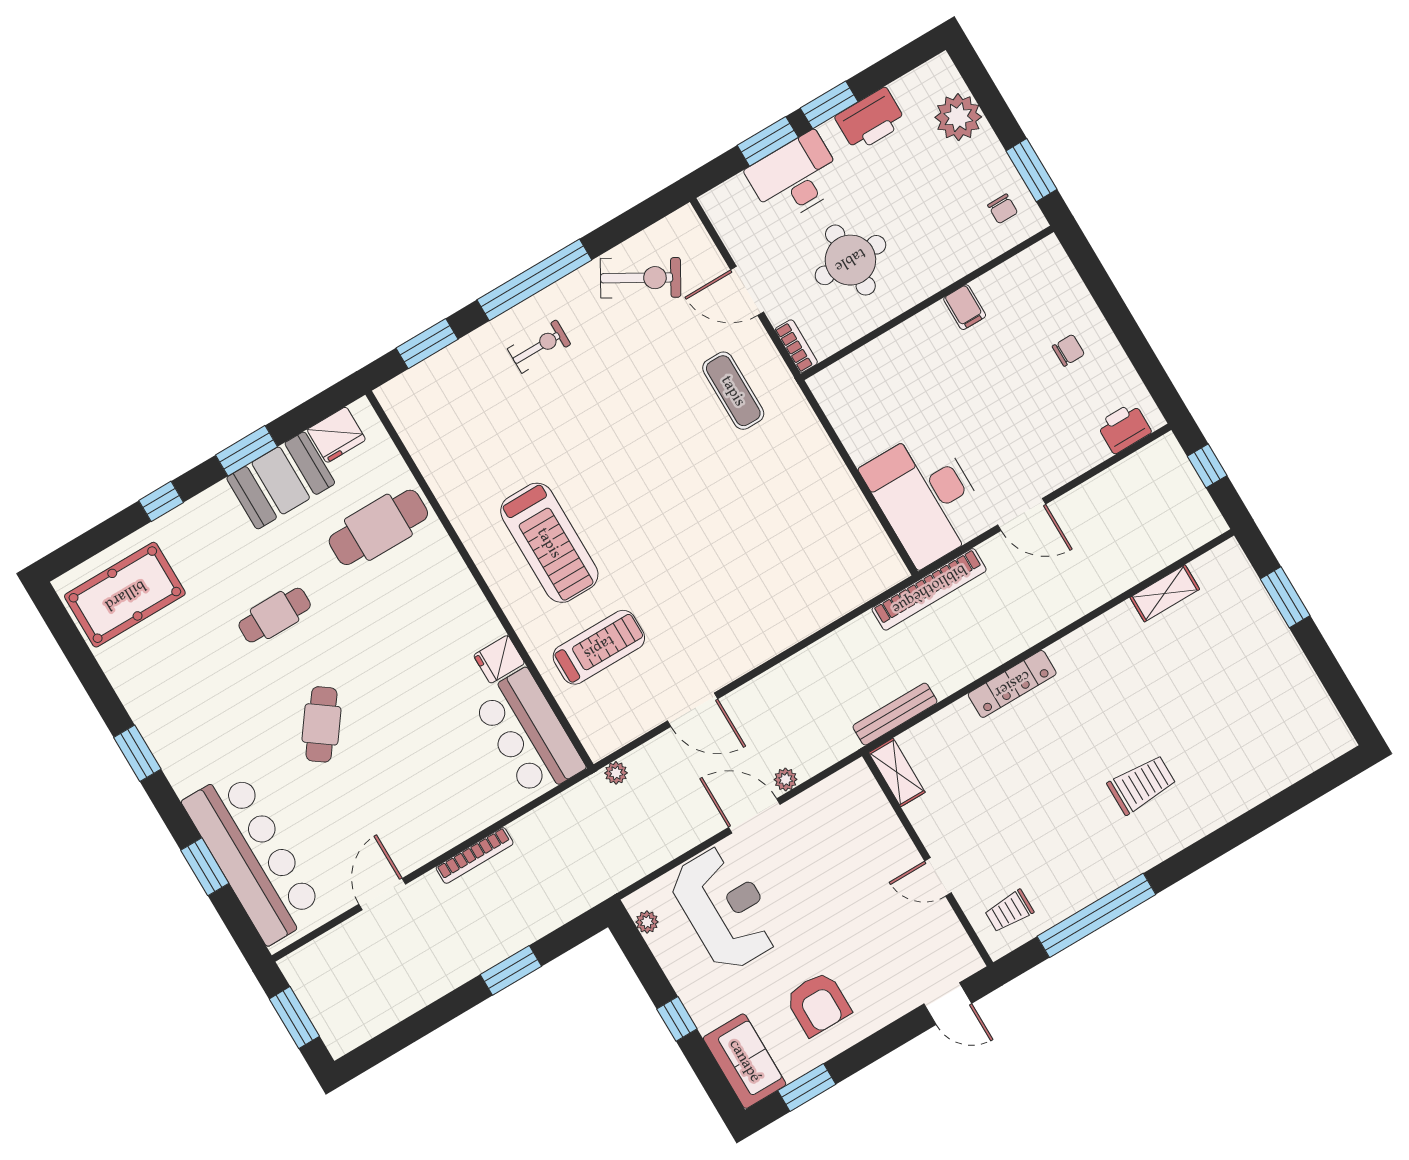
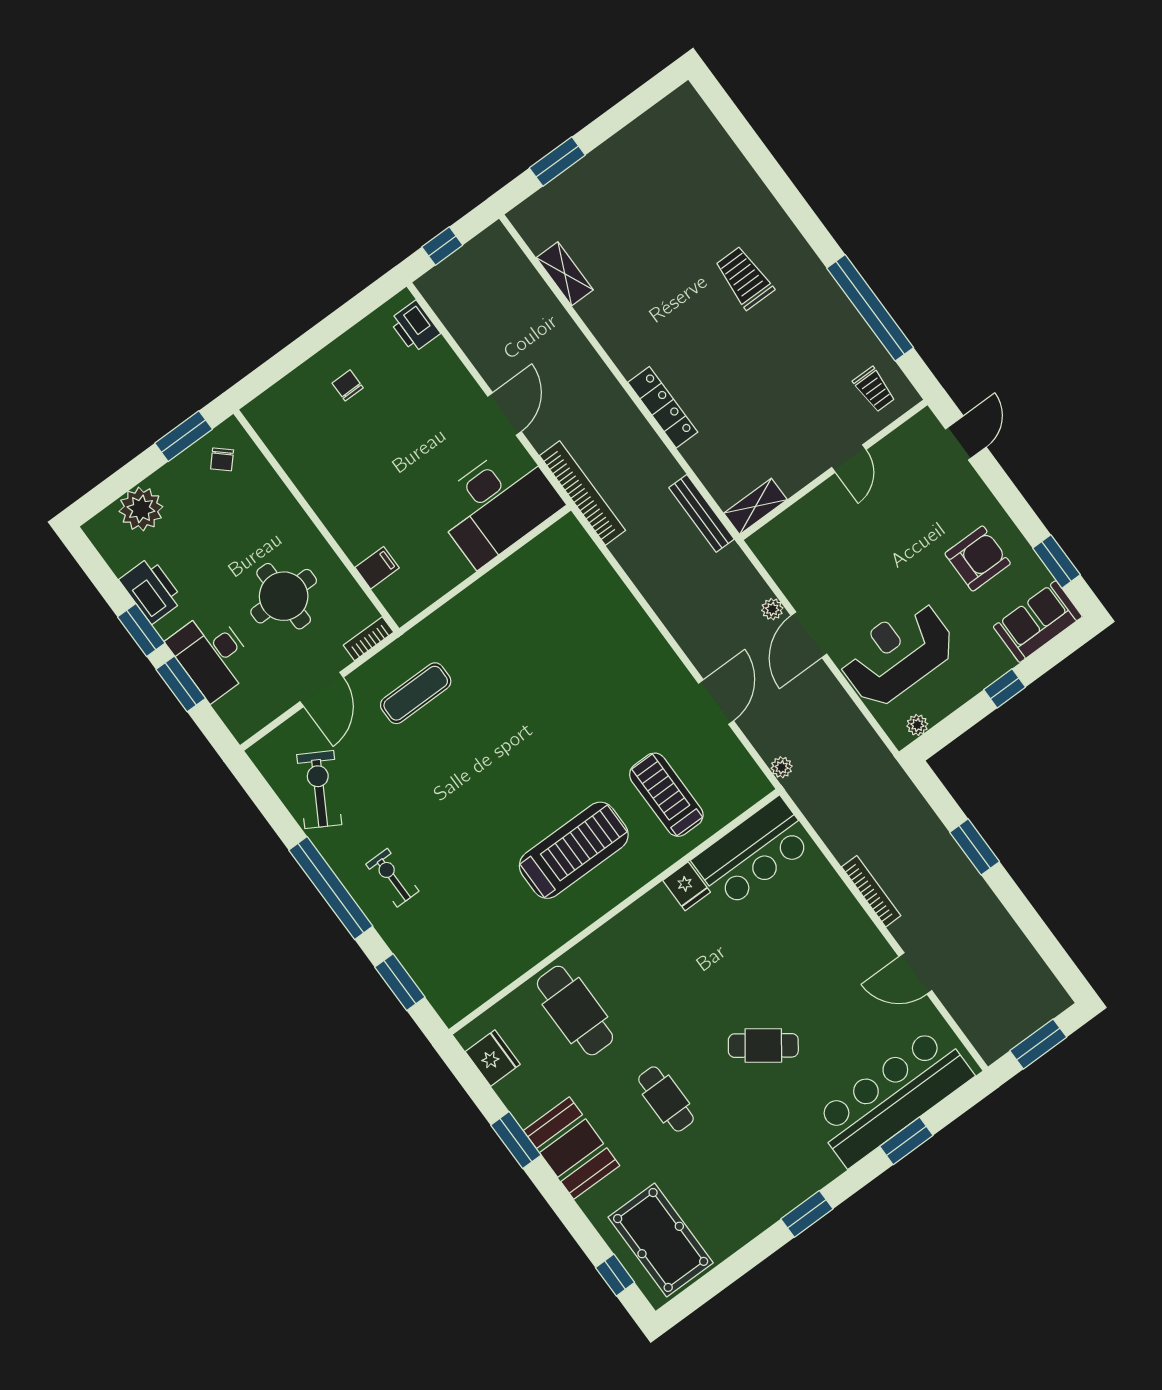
chair: (1003, 209) -> (222, 459), turned 132
filing cabinet: (965, 307) -> (377, 568), moved
booth: (281, 480) -> (572, 1148), moved
window: (161, 501) -> (615, 1275), moved

